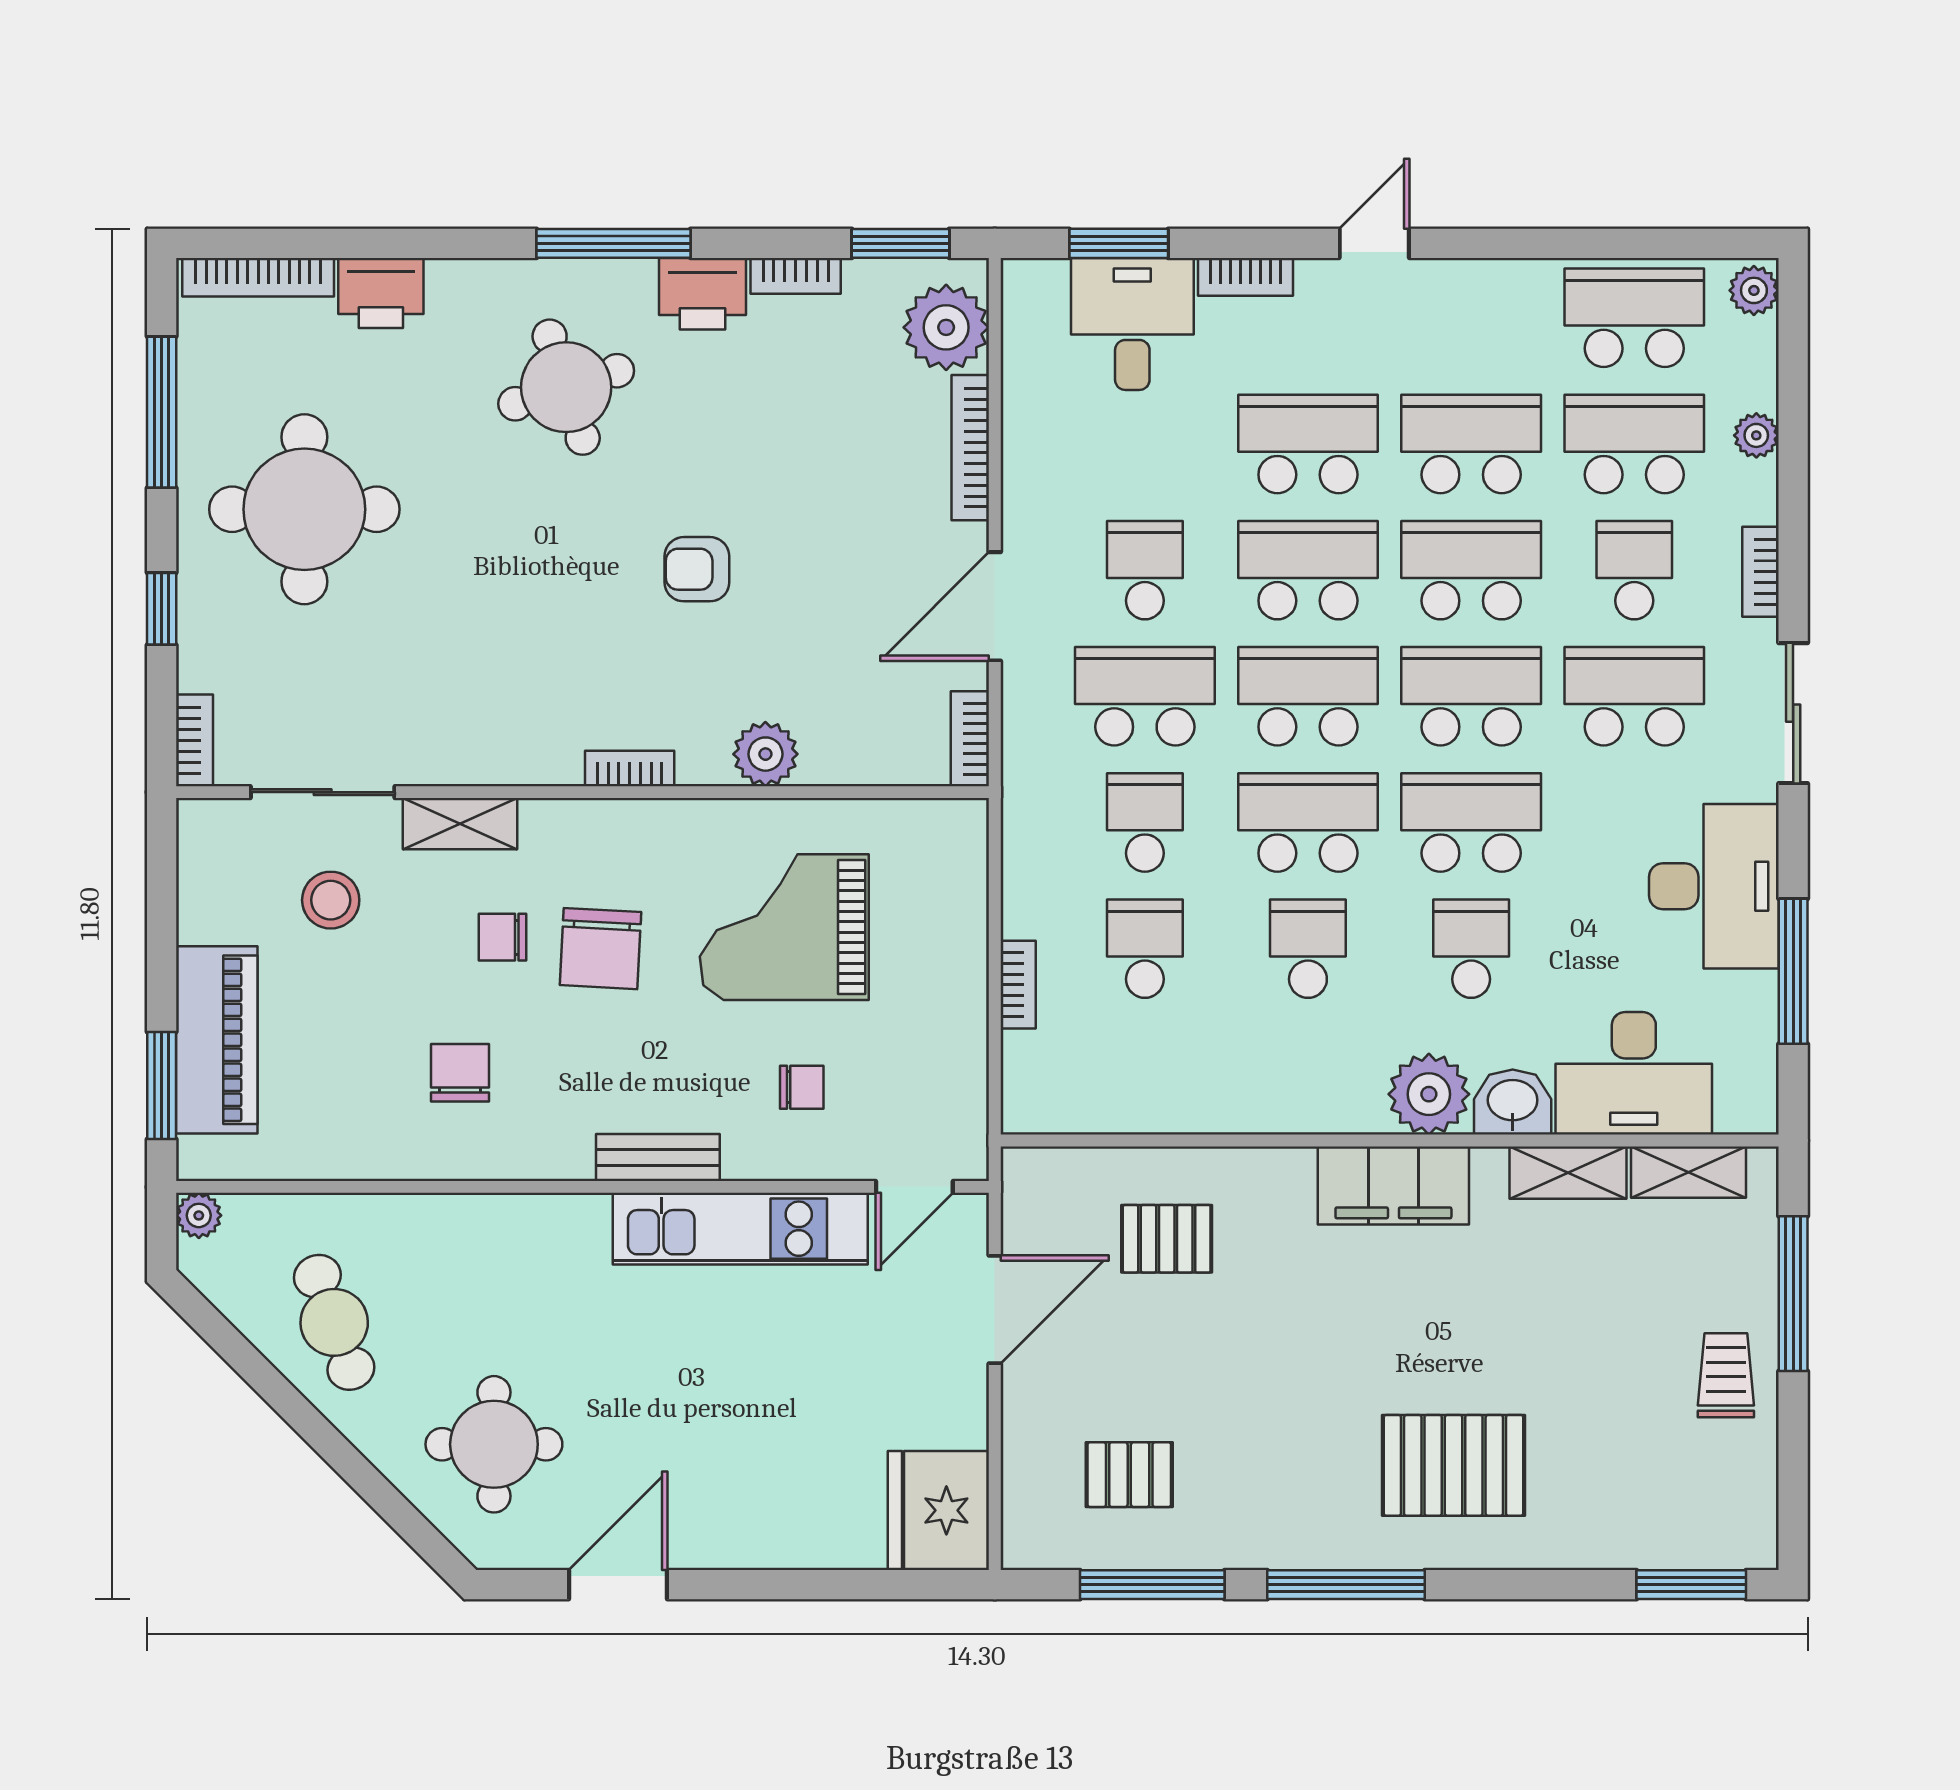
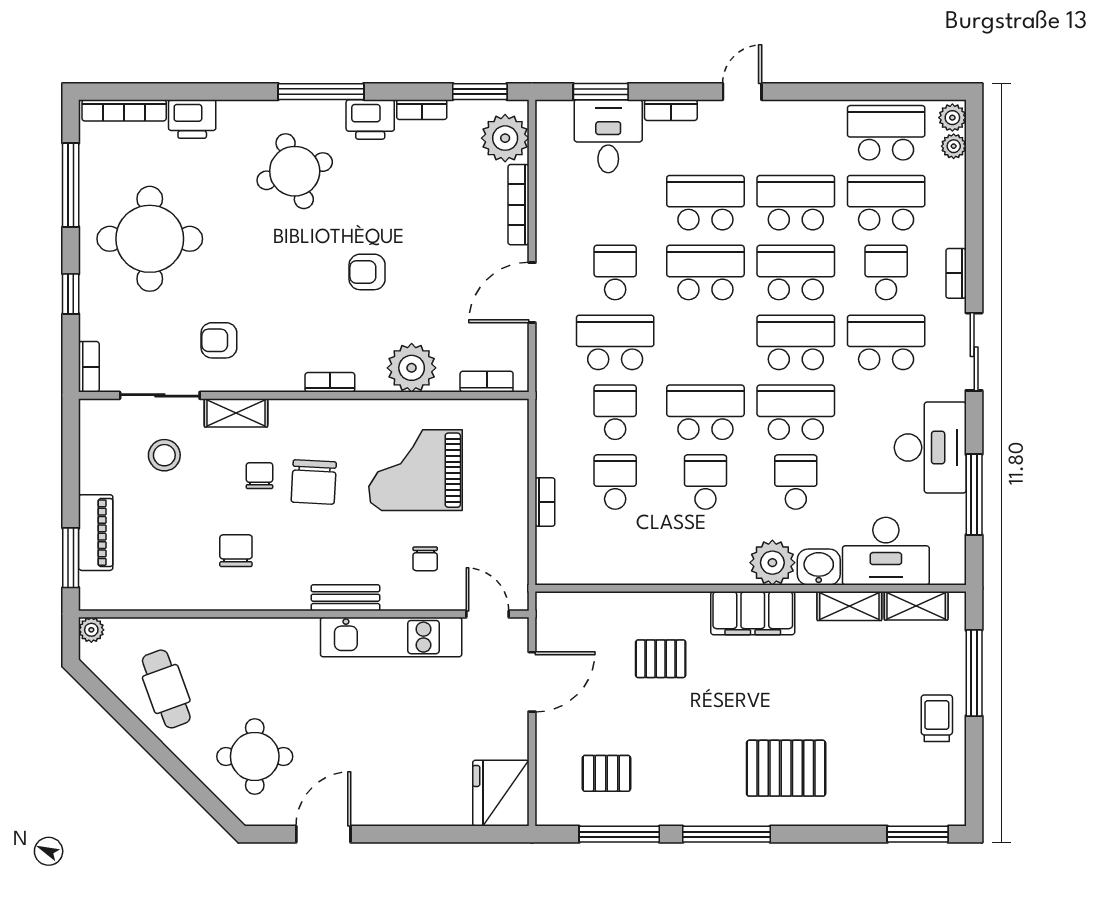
plant: (1756, 435) -> (954, 146), moved
armchair: (429, 693) -> (219, 340), added
school desk: (1308, 696) -> (705, 342), removed
bookcase: (970, 739) -> (487, 382), moved, turned 90
plant: (765, 754) -> (412, 368), width x1.36, depth x1.36
chair: (503, 937) -> (259, 476), turned 90
piano: (217, 1040) -> (96, 533), width x0.73, depth x0.75
chair: (802, 1087) -> (425, 559), turned 90
door: (914, 1187) -> (488, 614), swing flipped
pallet: (1167, 1239) -> (661, 659), moved

